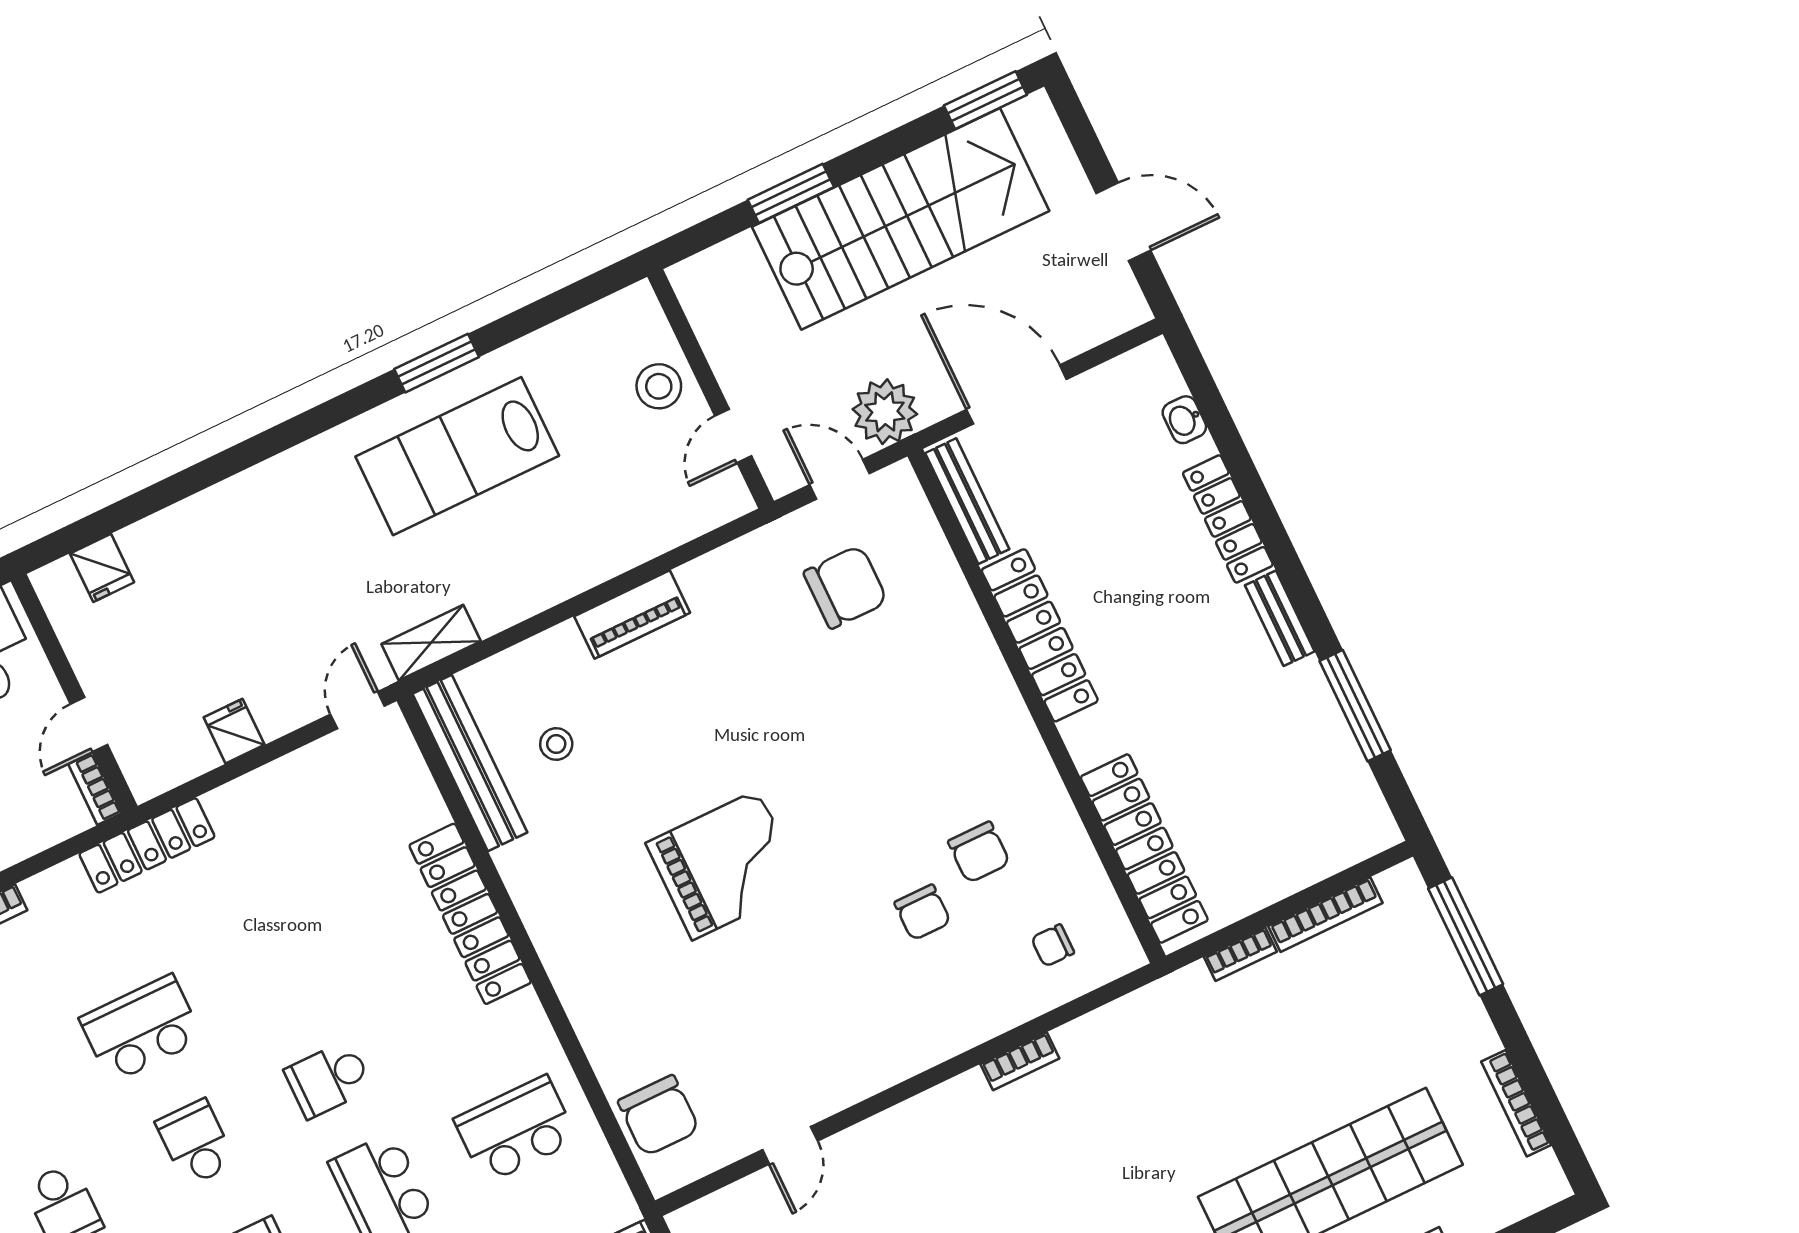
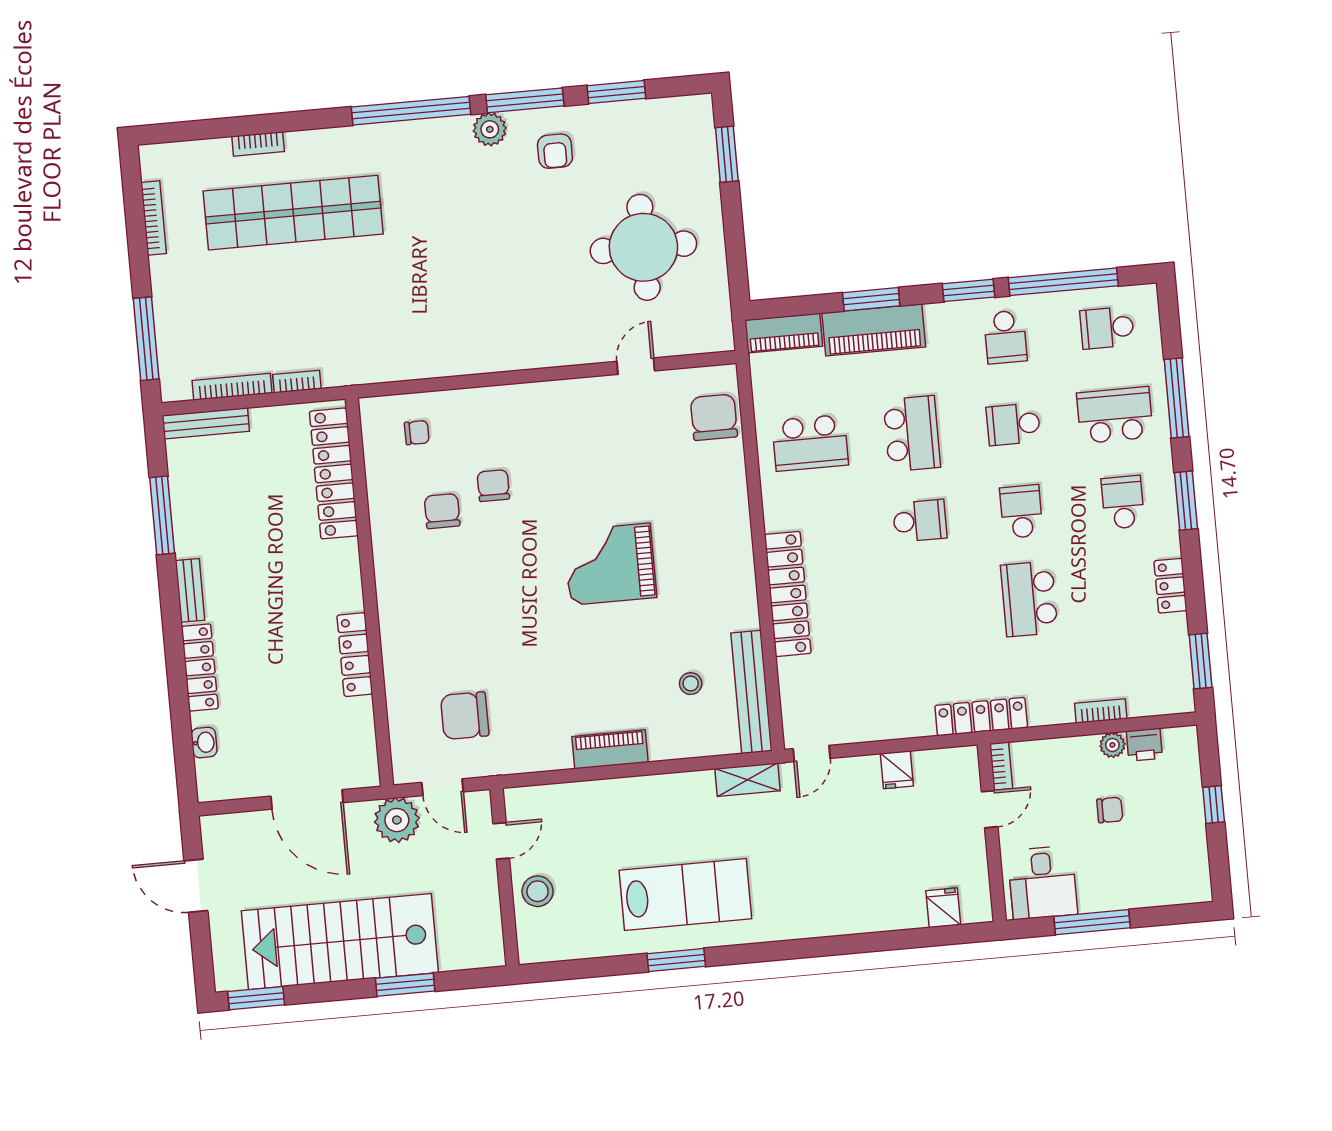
bench: (967, 501) -> (206, 423), moved, turned 90
locker: (1040, 635) -> (355, 655), width x0.71, depth x0.83
school desk: (141, 1029) -> (1029, 599), turned 90
bookcase: (1020, 1061) -> (466, 365), removed
school desk: (196, 1143) -> (1021, 512), turned 180

